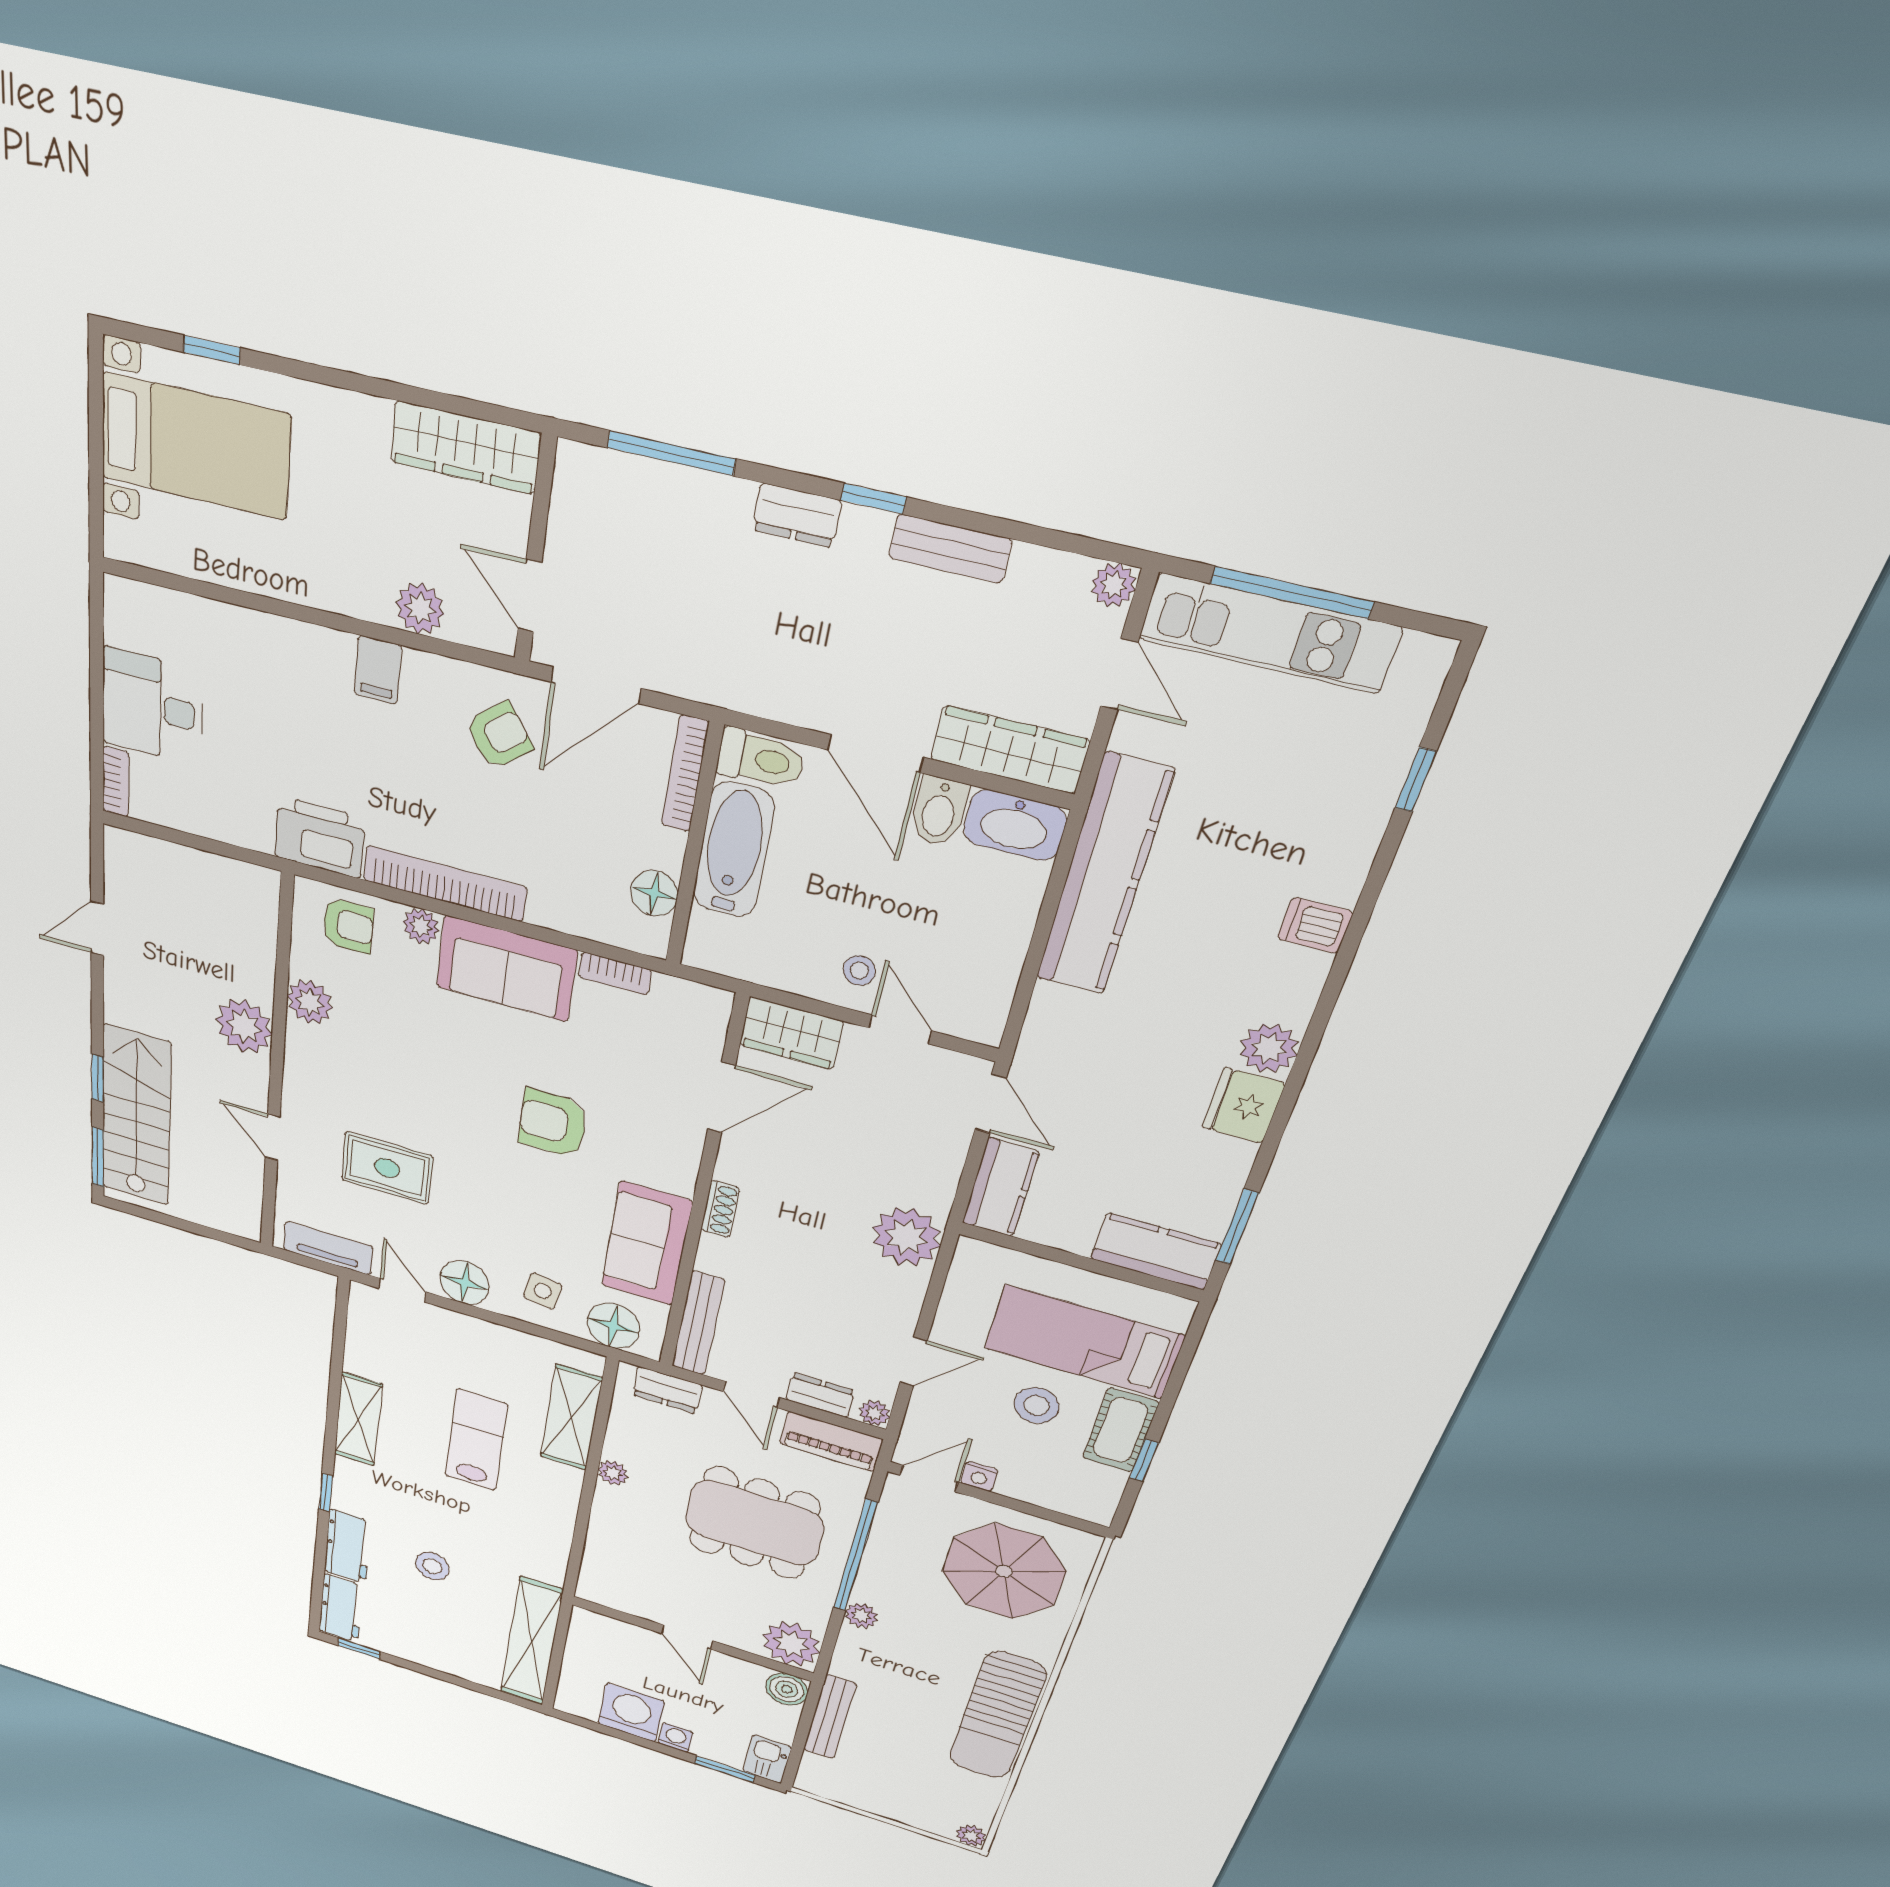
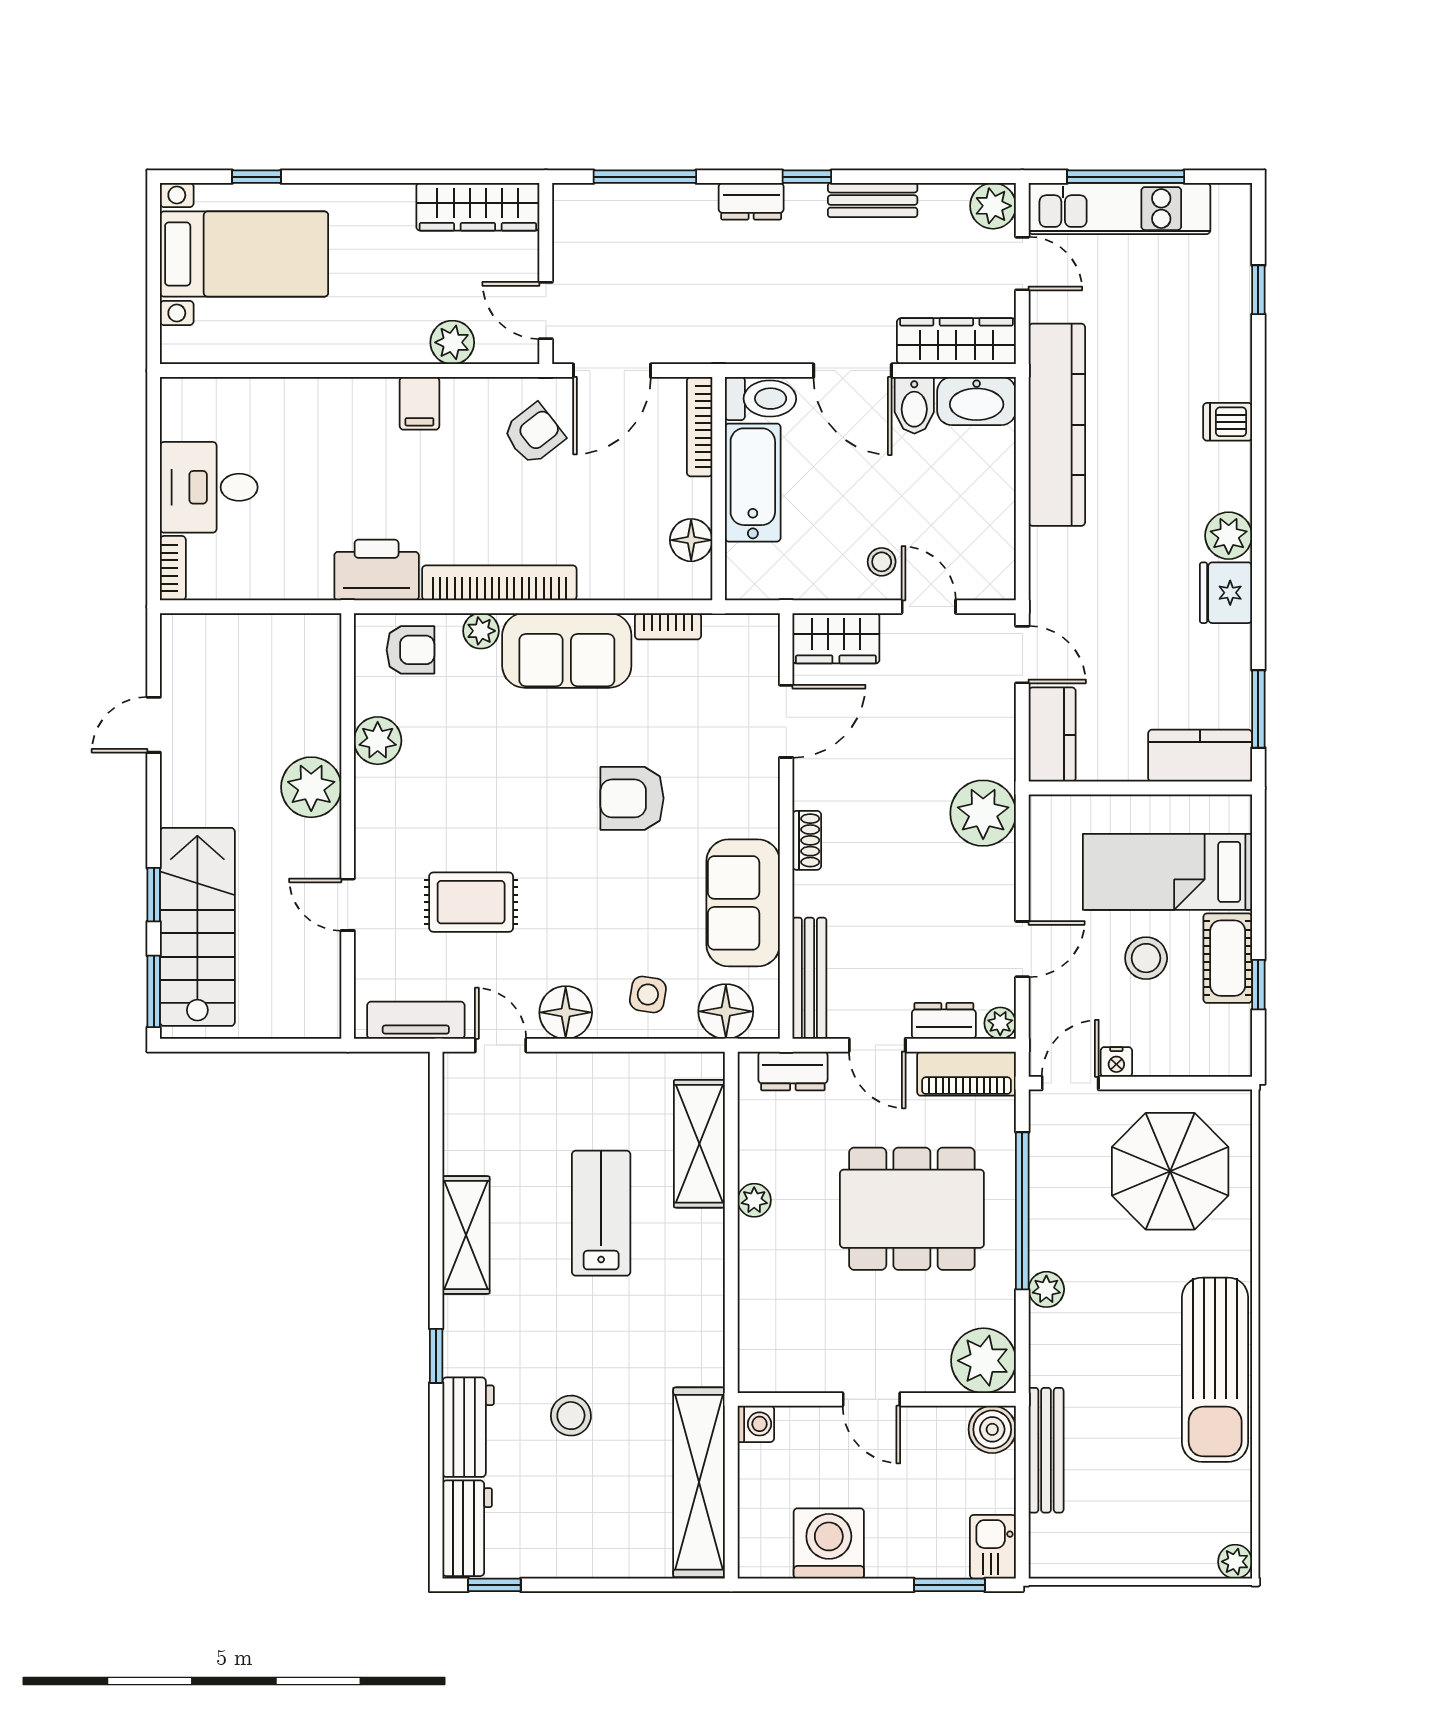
plant: (1114, 585) -> (993, 206), width x1.38, depth x1.38
washing machine: (676, 1738) -> (756, 1424), moved, turned 90

